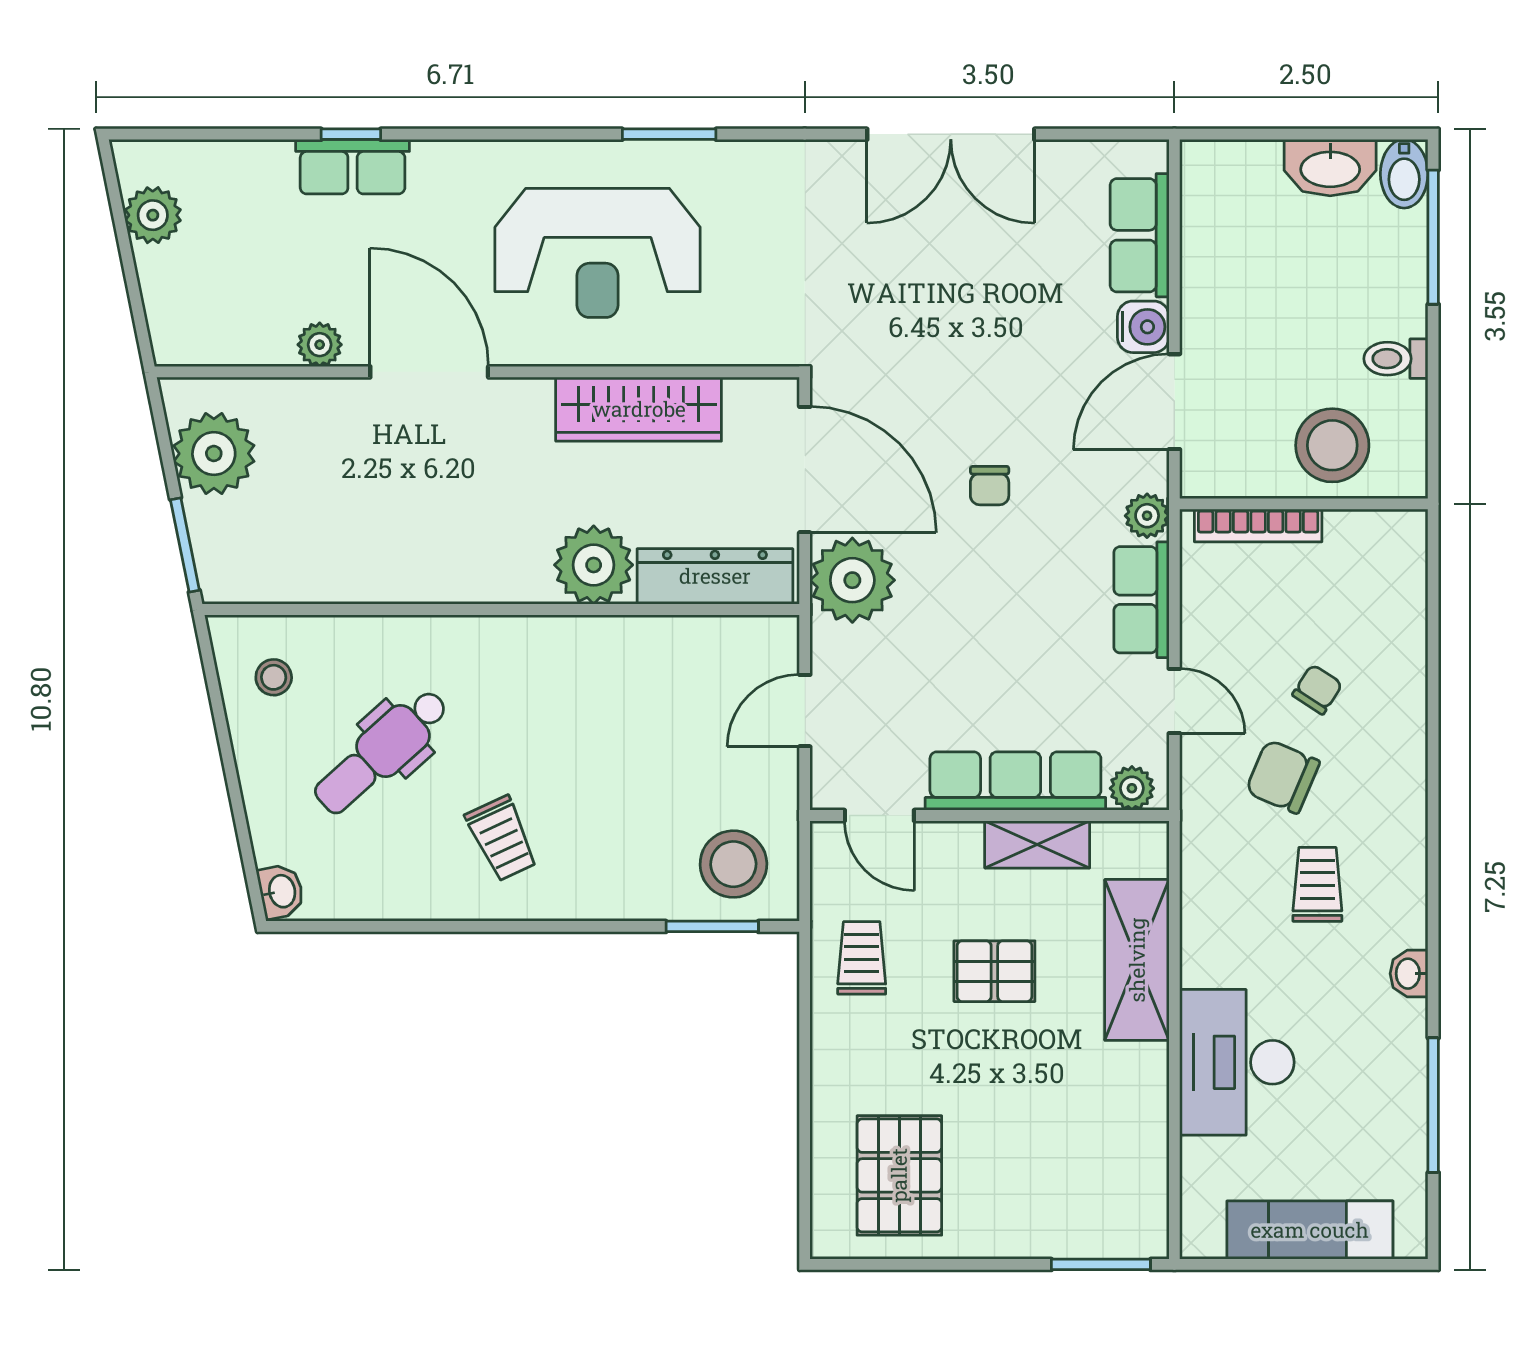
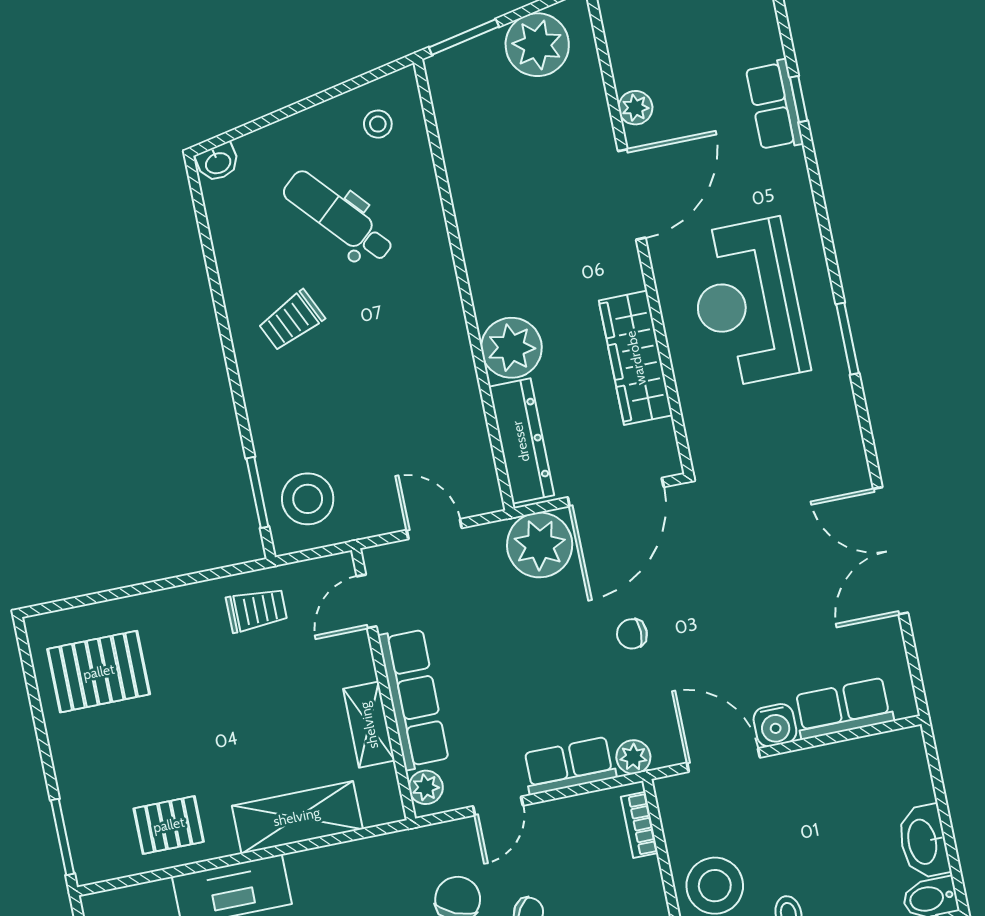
bookcase: (1258, 526) -> (639, 825), width x0.64
pallet: (994, 971) -> (169, 825), moved, turned 90

